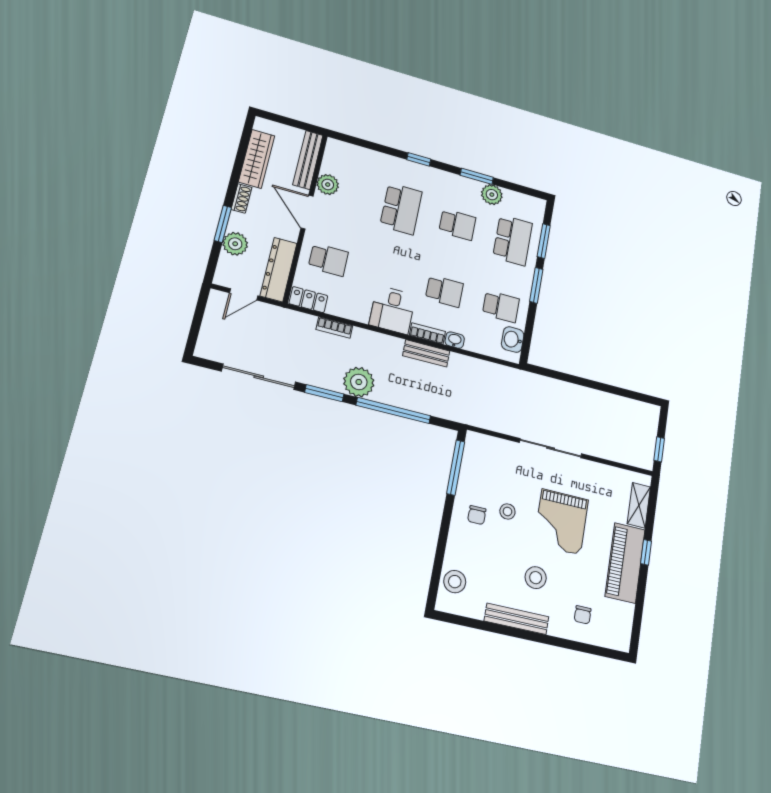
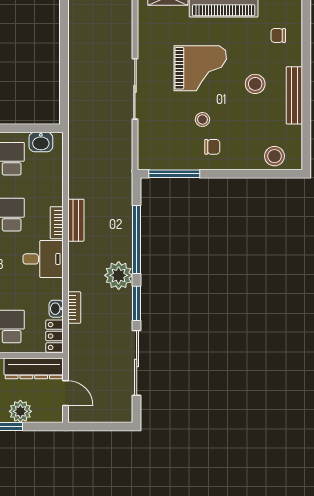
washbasin: (455, 340) -> (56, 309), moved
chair: (583, 615) -> (278, 35), turned 180

